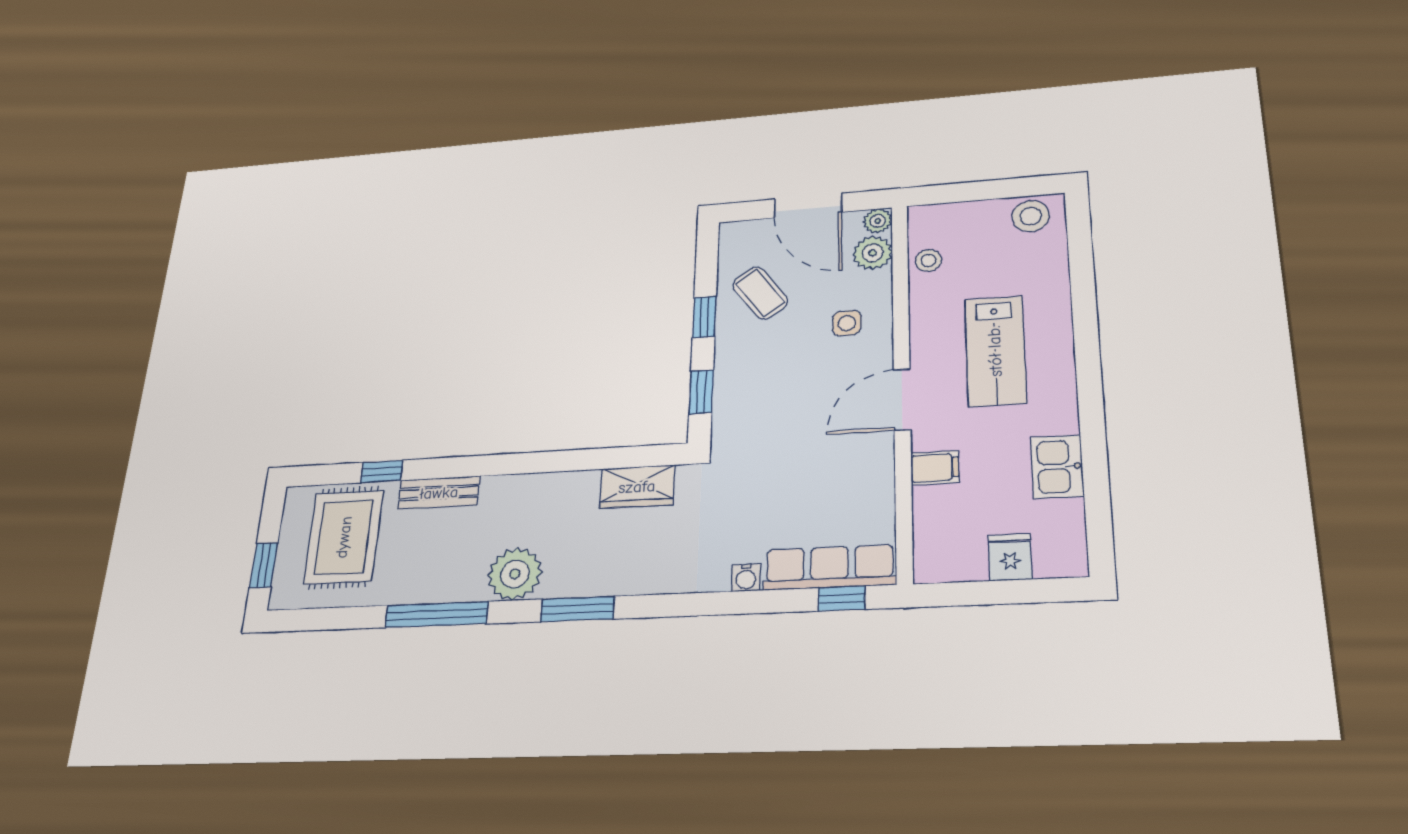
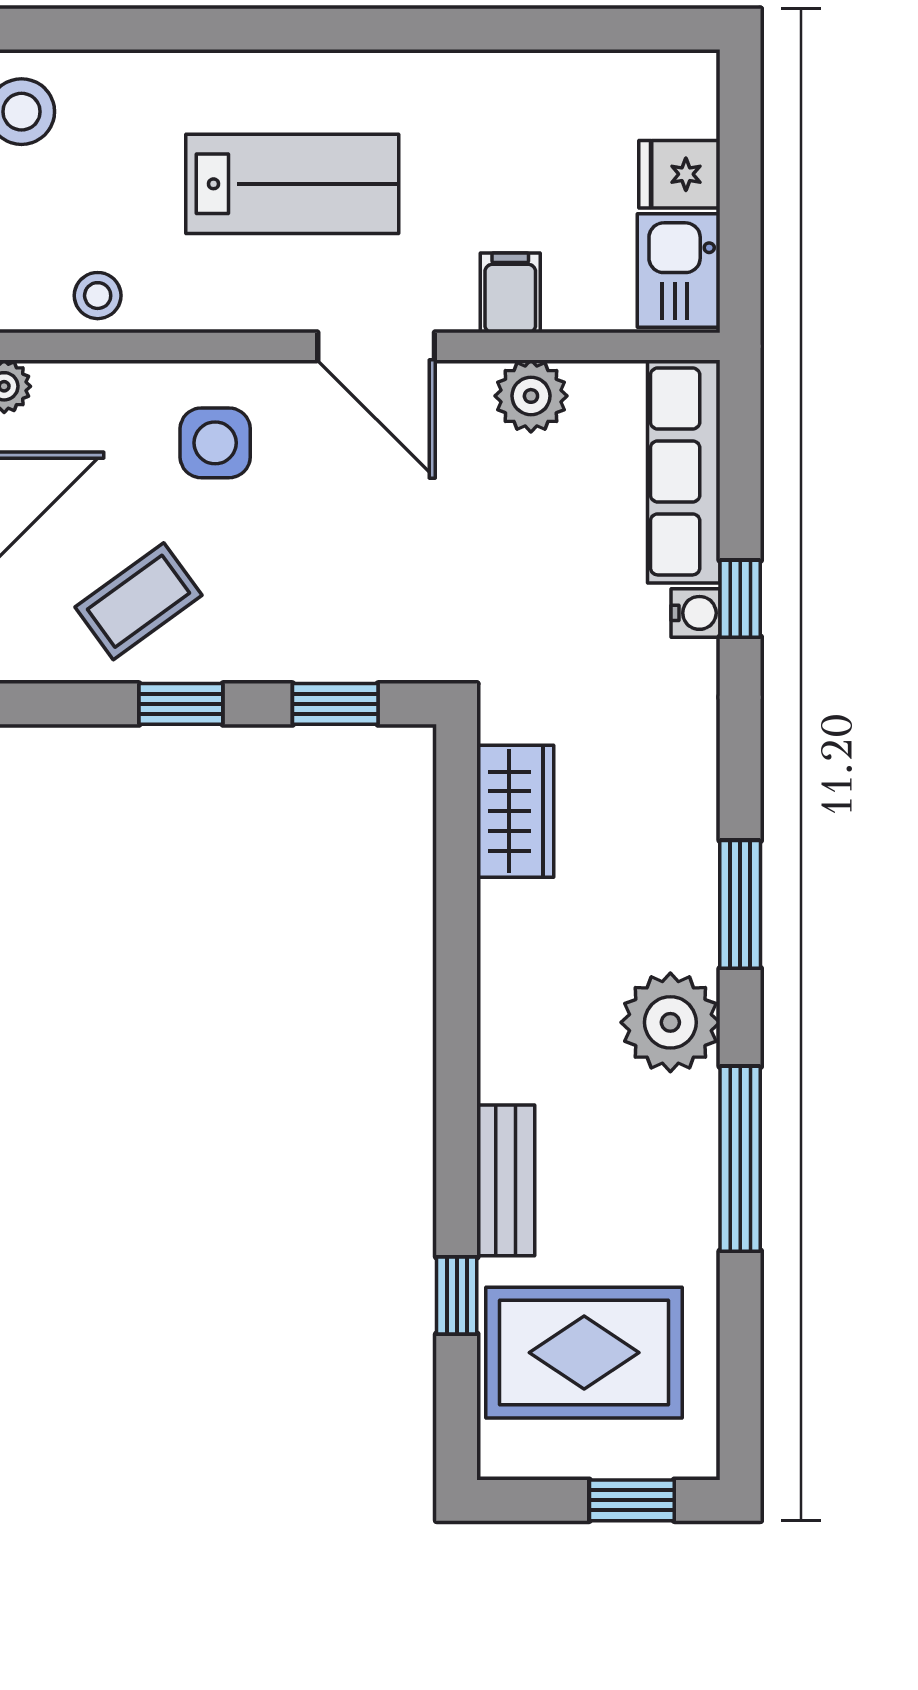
plant: (873, 253) -> (531, 396), moved
side table: (847, 323) -> (215, 443), width x1.37, depth x1.37
kitchen sink: (1057, 467) -> (679, 270), moved, turned 90
window: (842, 599) -> (740, 599), moved

